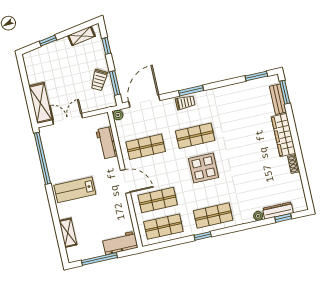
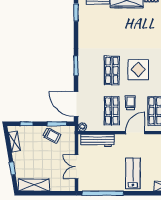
shelving: (41, 103) -> (34, 185), moved
trolley: (185, 103) -> (130, 103), moved
workbench: (107, 143) -> (97, 140), width x1.37
lab bench: (75, 190) -> (133, 173), turned 180

